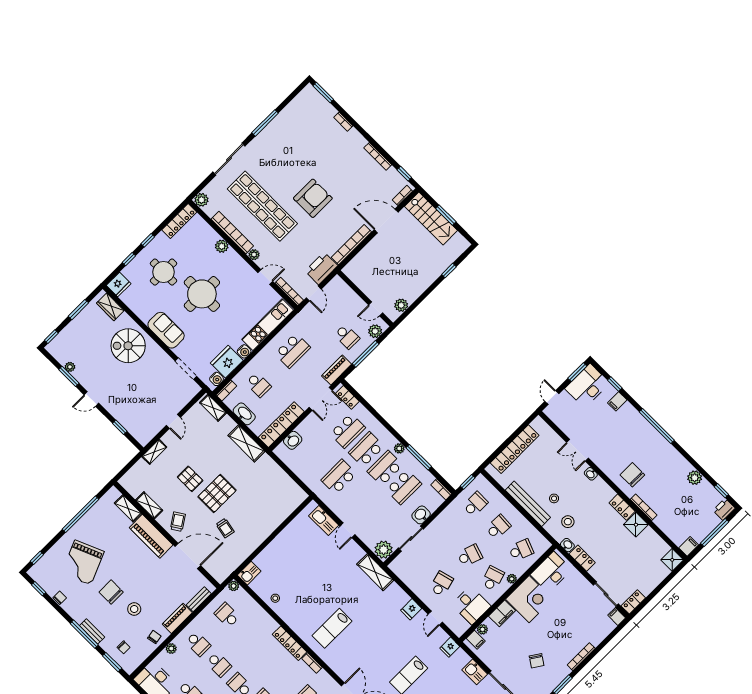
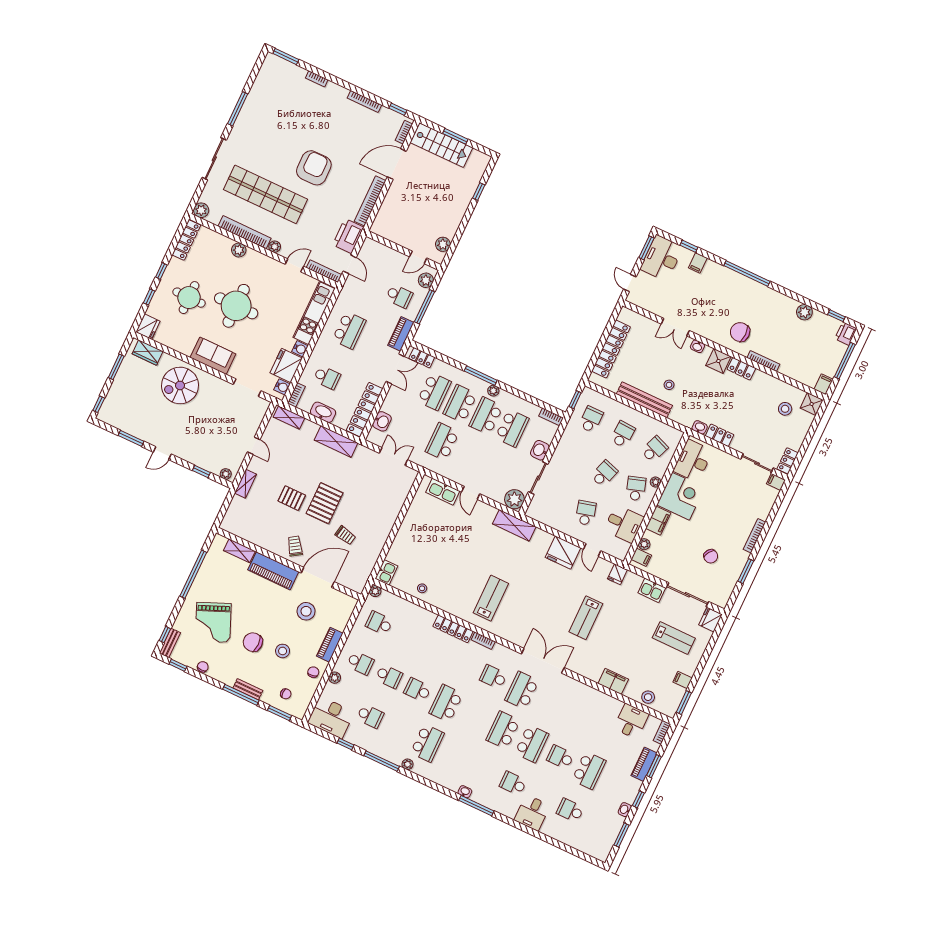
plant: (70, 367) -> (226, 474), moved
window: (419, 457) -> (481, 376), moved
double door: (292, 474) -> (393, 456), added
shelving: (149, 505) -> (260, 540), removed
stool: (568, 522) -> (785, 409), moved
shower: (636, 525) -> (718, 361), moved
stool: (167, 582) -> (306, 611), added
bench: (199, 599) -> (170, 643), moved
fridge: (411, 609) -> (563, 553), width x1.88, depth x1.34
lab bench: (332, 628) -> (491, 598), turned 180

